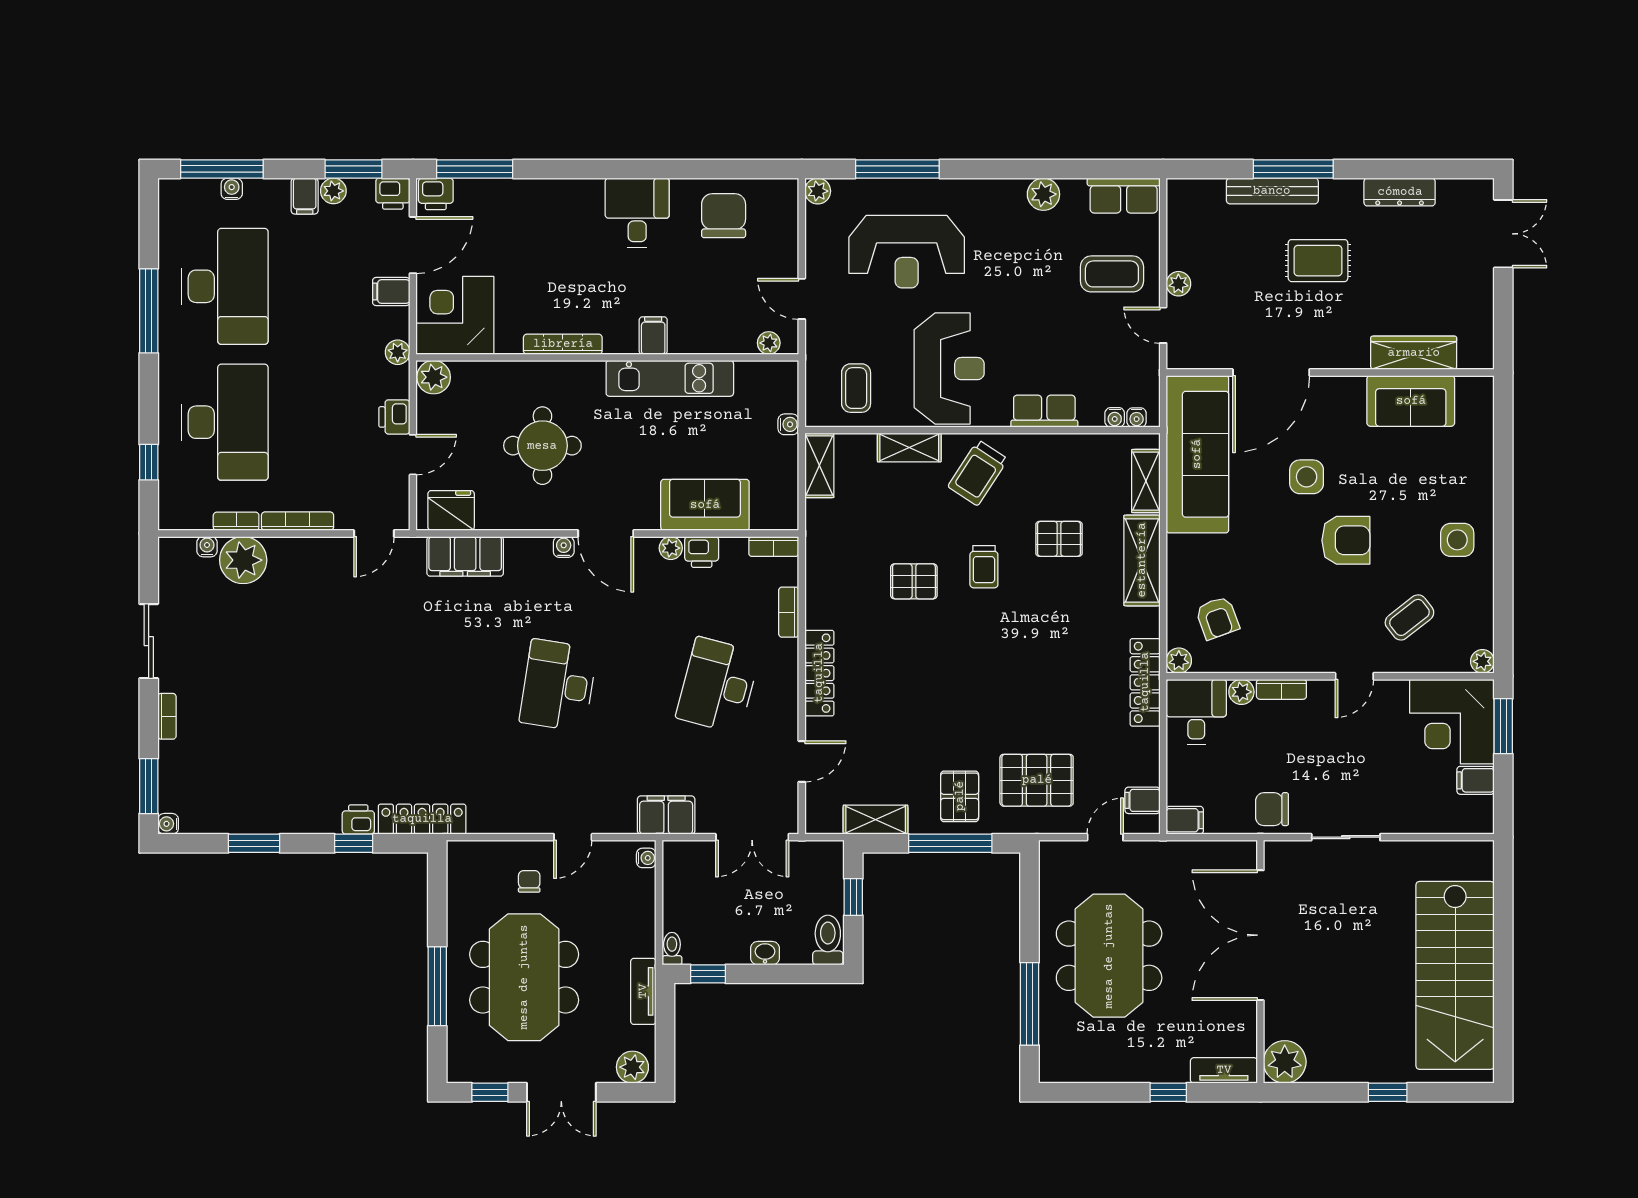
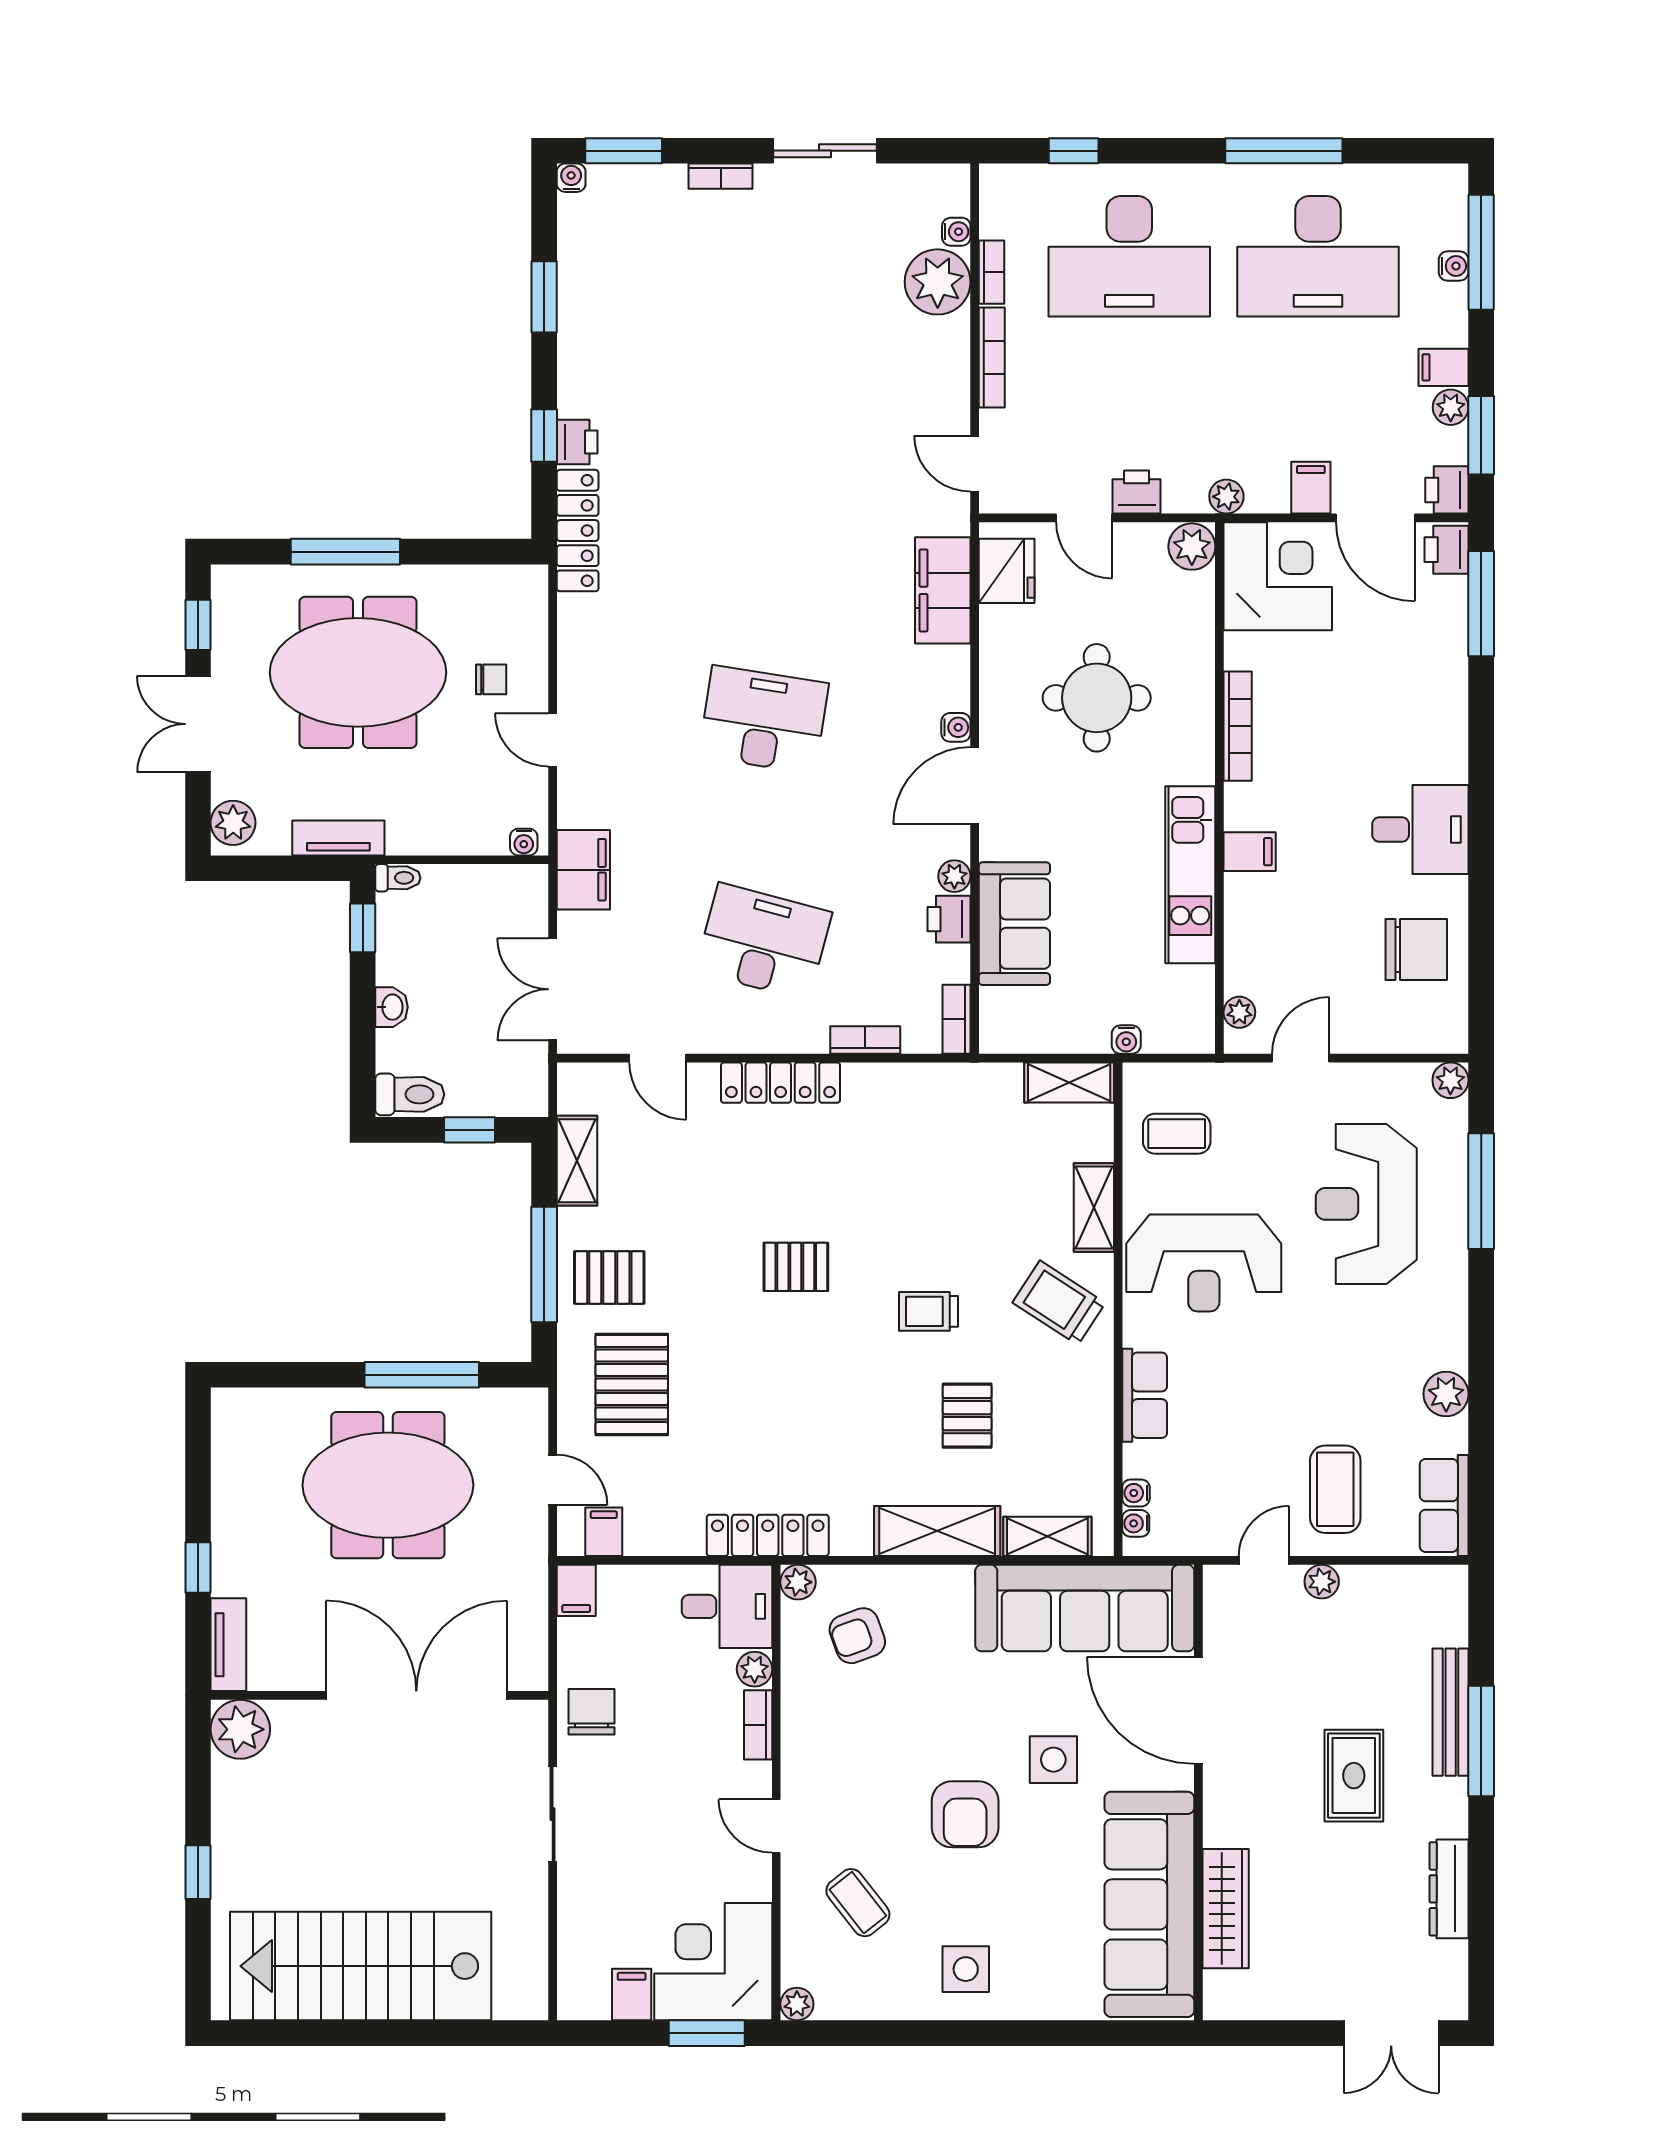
sofa: (1411, 401) -> (1149, 1904), width x1.85, depth x1.27
pallet: (914, 581) -> (796, 1267), moved, turned 90
window: (1030, 1004) -> (422, 1375), moved

